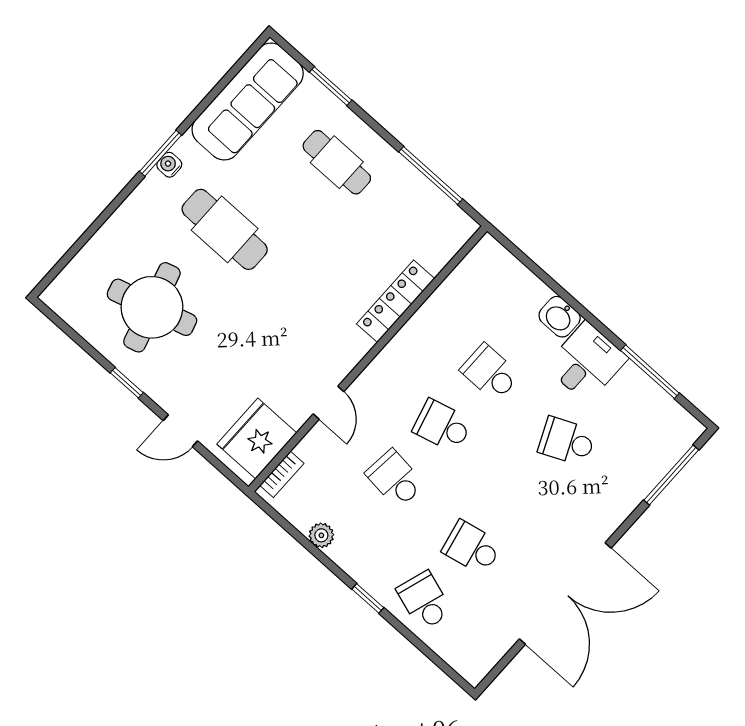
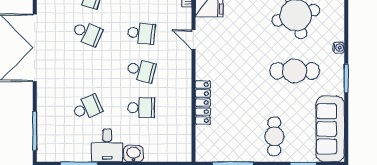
cafe table: (337, 162) -> (274, 136), turned 90
water cooler: (169, 165) -> (339, 48), moved
school desk: (443, 426) -> (141, 70), turned 30
school desk: (472, 548) -> (87, 33), turned 36

